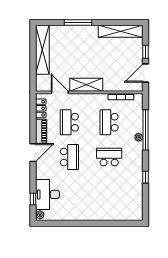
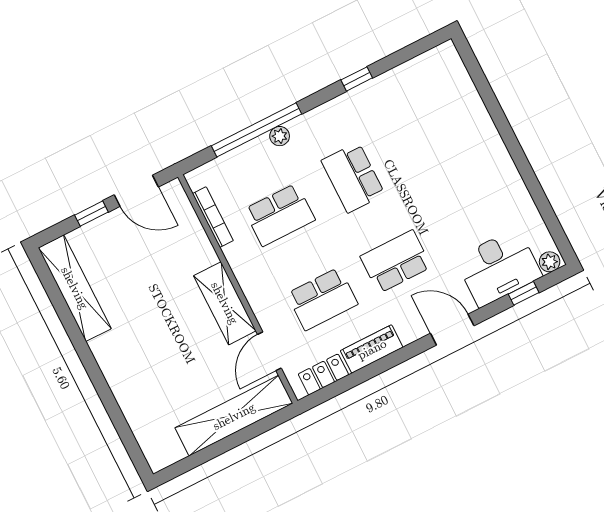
window: (78, 23) -> (102, 388), removed
shelving: (42, 50) -> (234, 416), moved
door: (33, 153) -> (452, 330), moved

